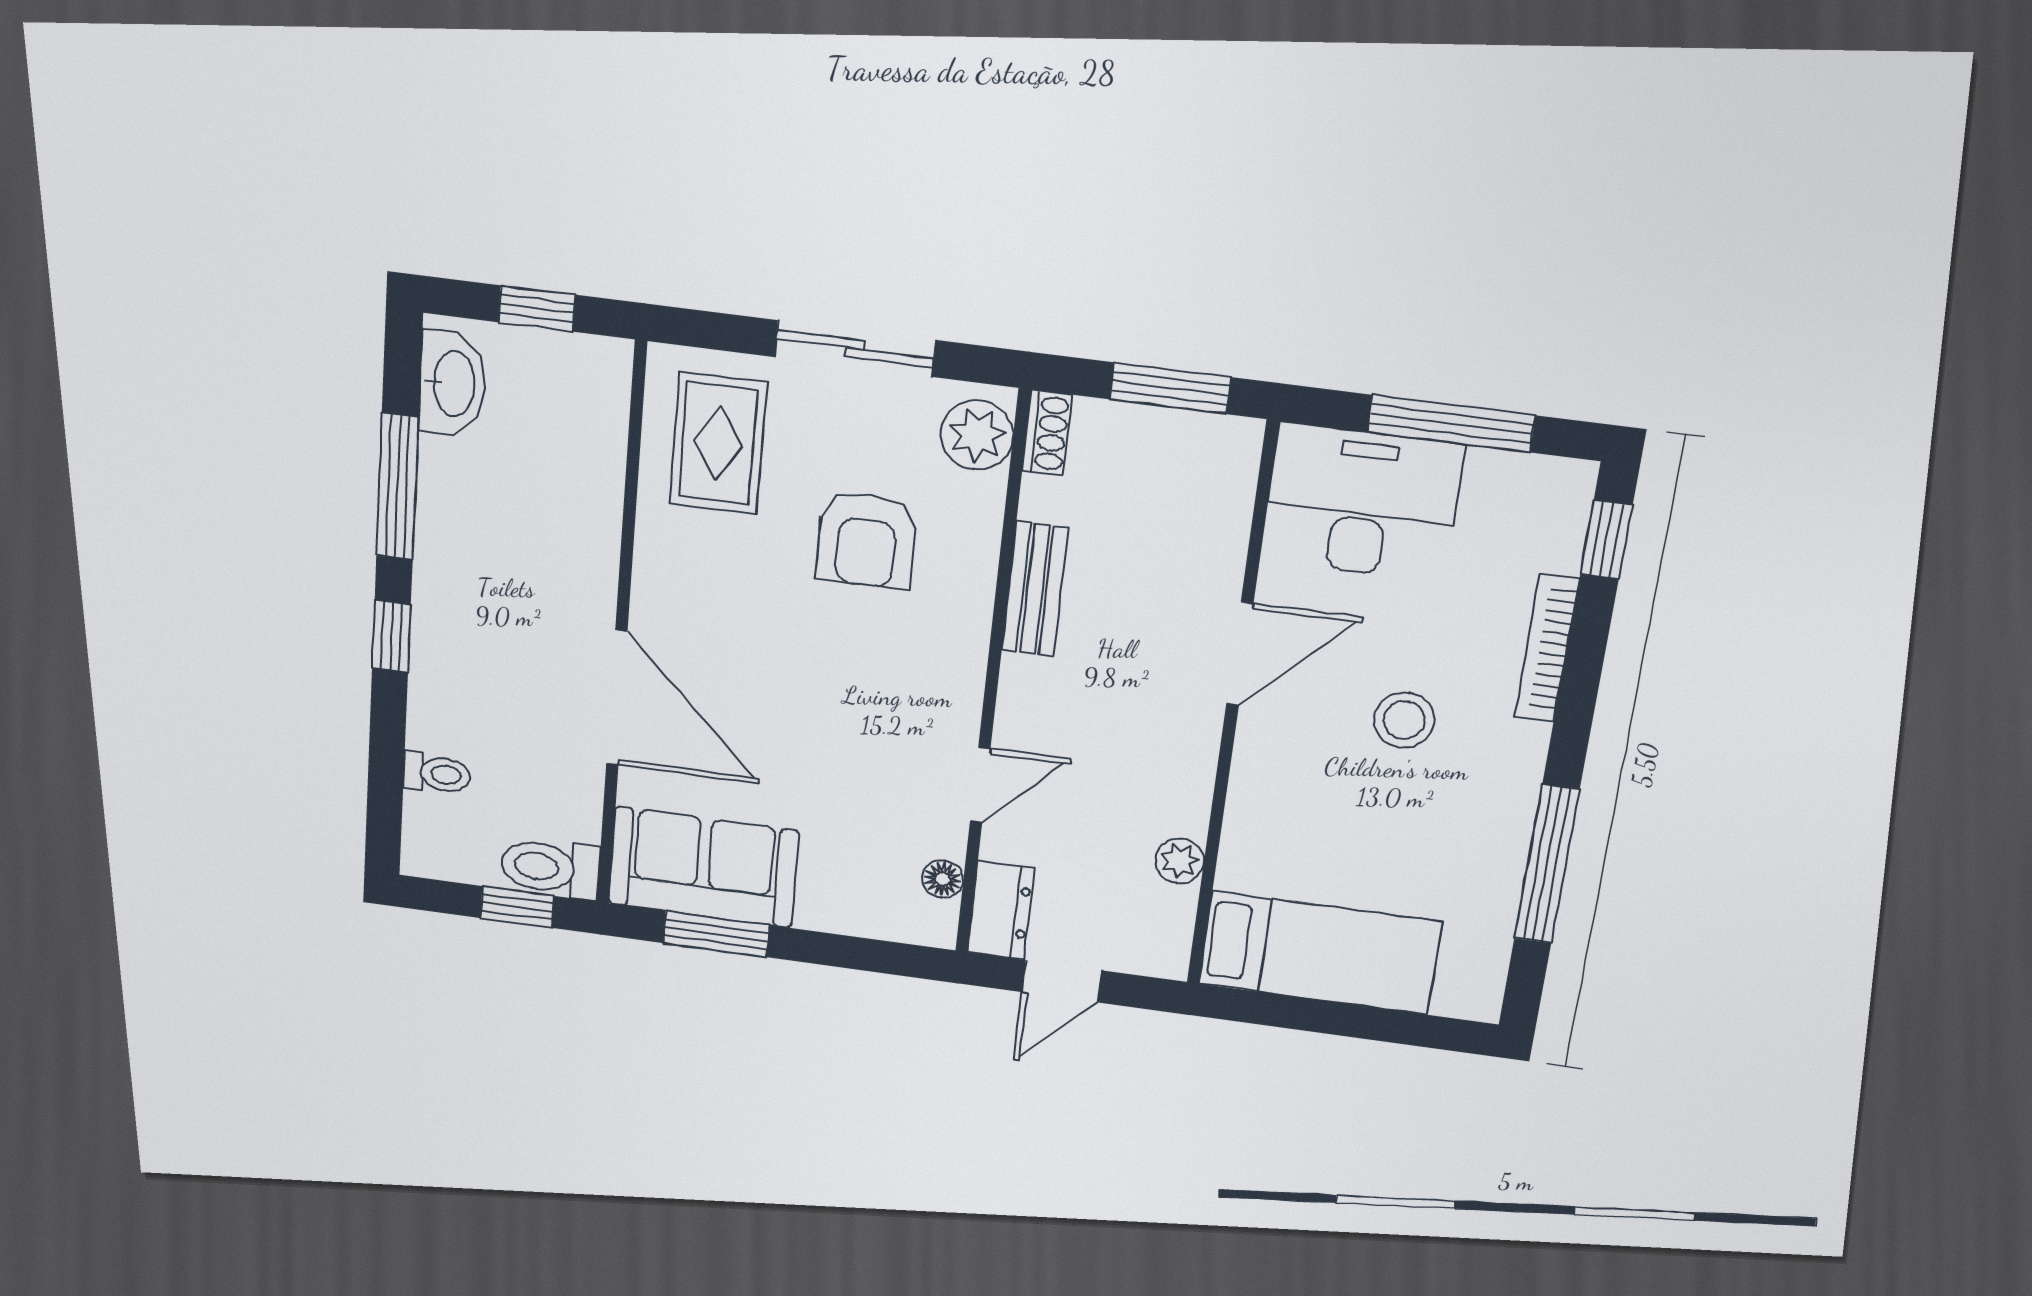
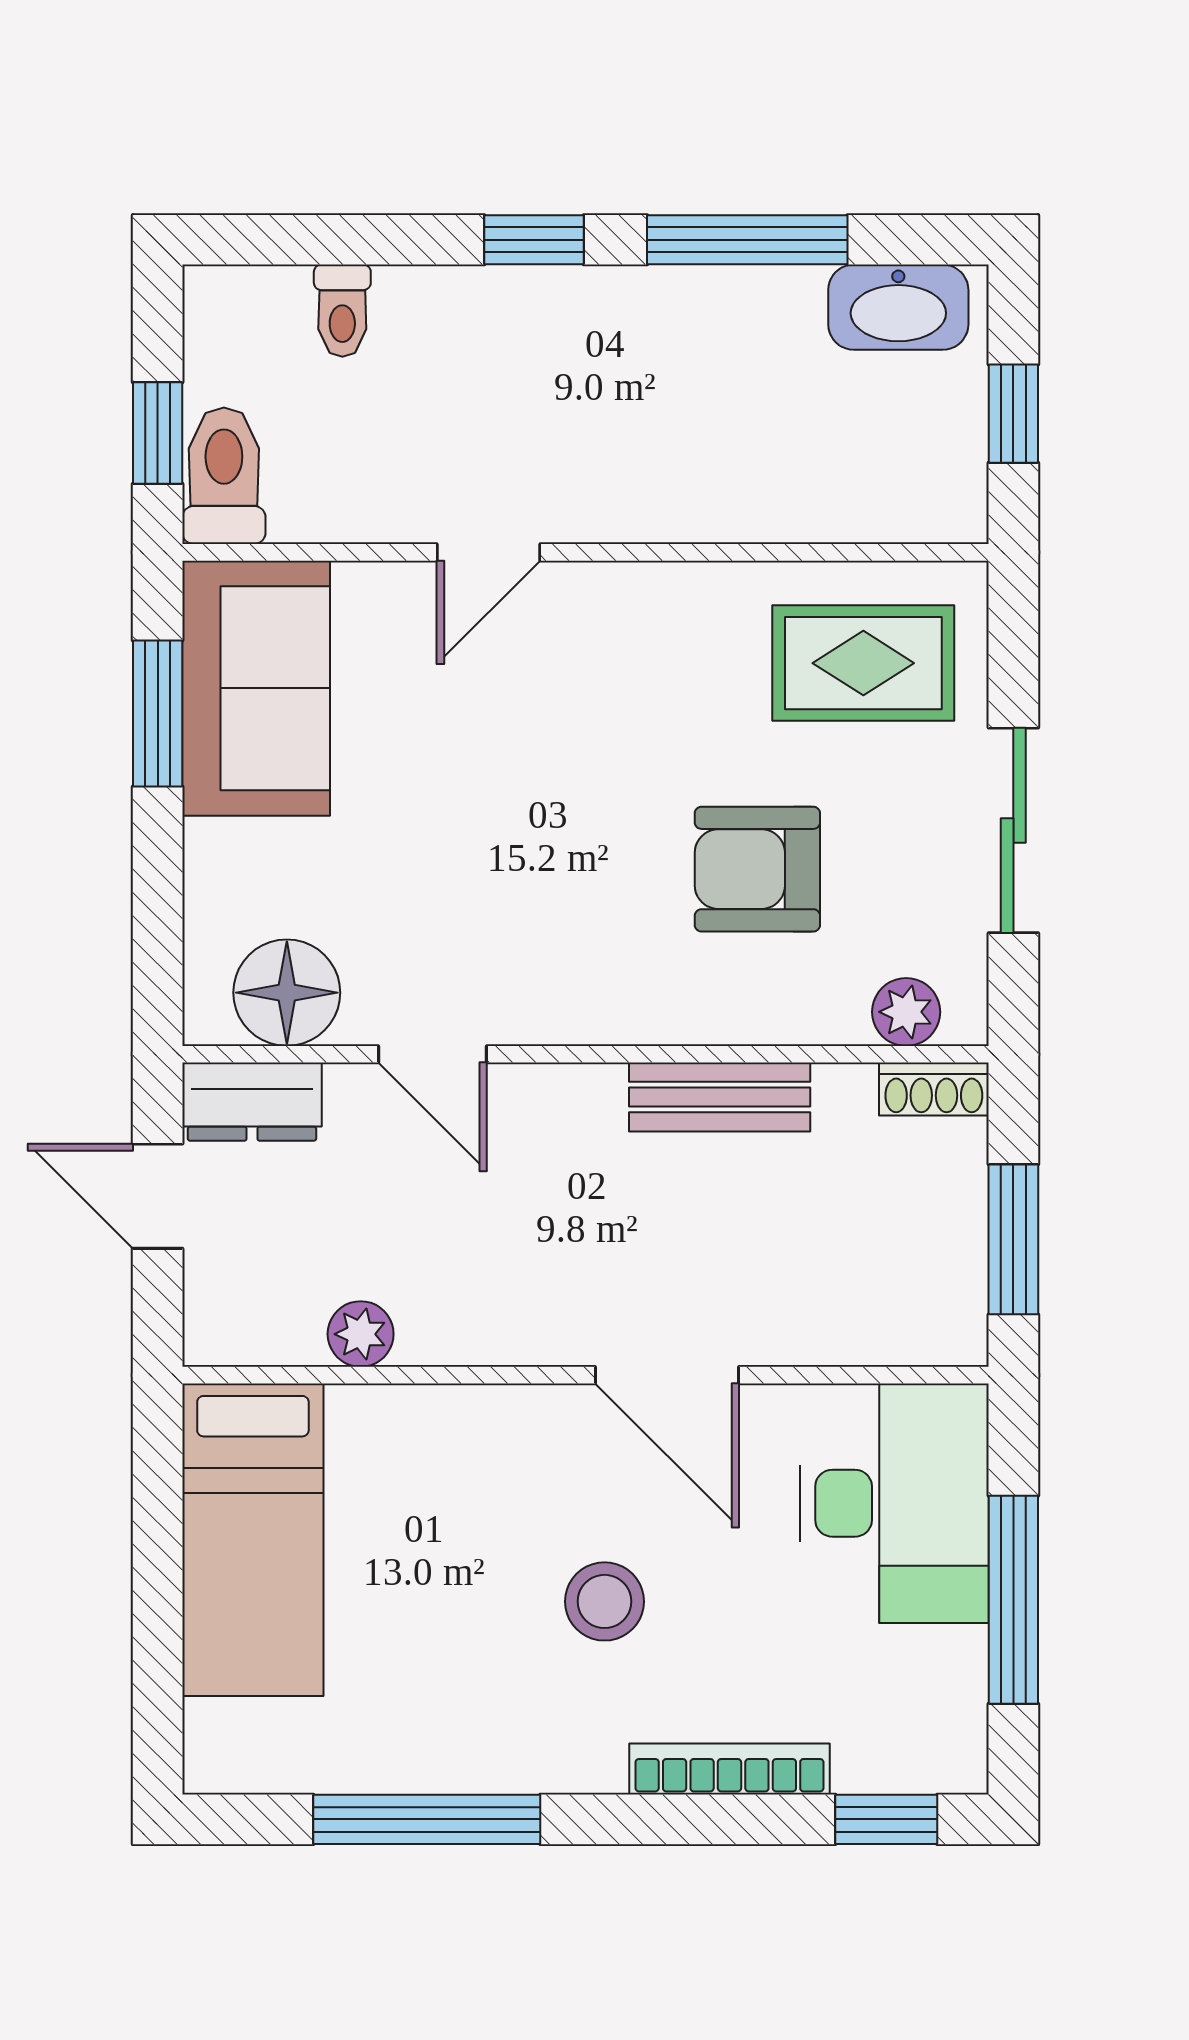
plant: (977, 435) -> (906, 1012), width x0.73, depth x0.73
door: (617, 698) -> (488, 552), width x0.53
floor lamp: (943, 879) -> (287, 993), width x1.89, depth x1.89

